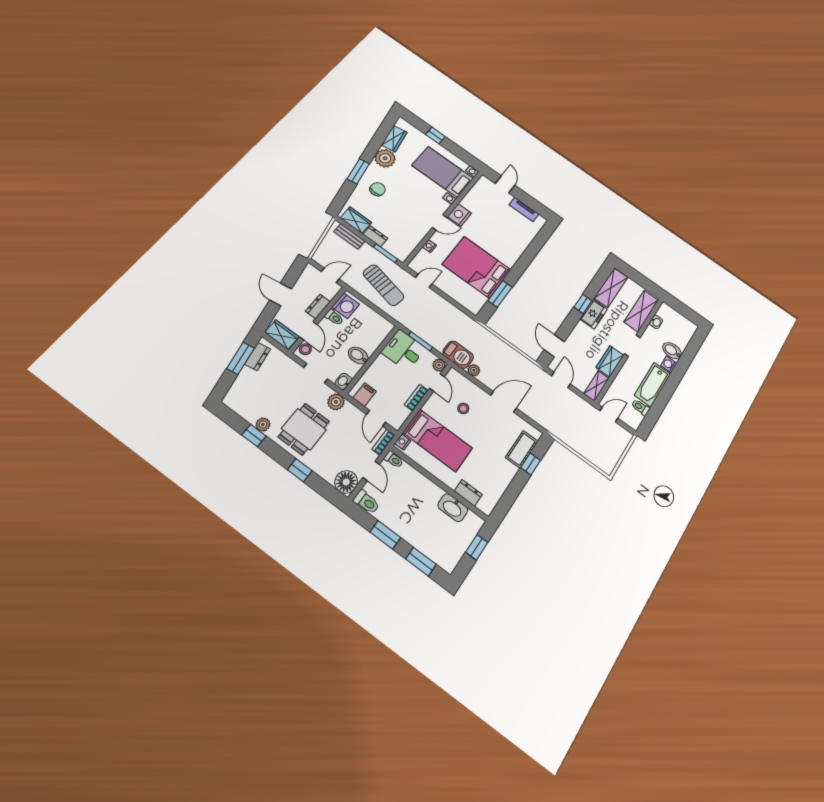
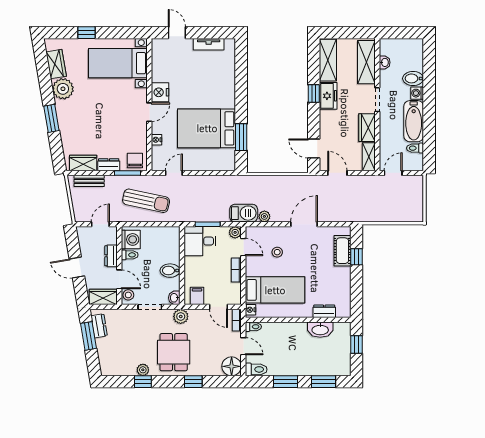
chair: (378, 189) -> (135, 161), moved

